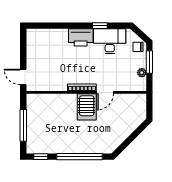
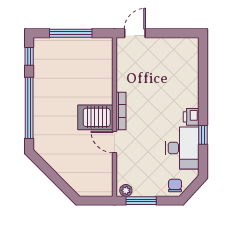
printer: (81, 37) -> (191, 117), width x0.53, depth x0.68
window: (149, 62) -> (141, 201), moved
plant: (142, 73) -> (126, 190), moved

